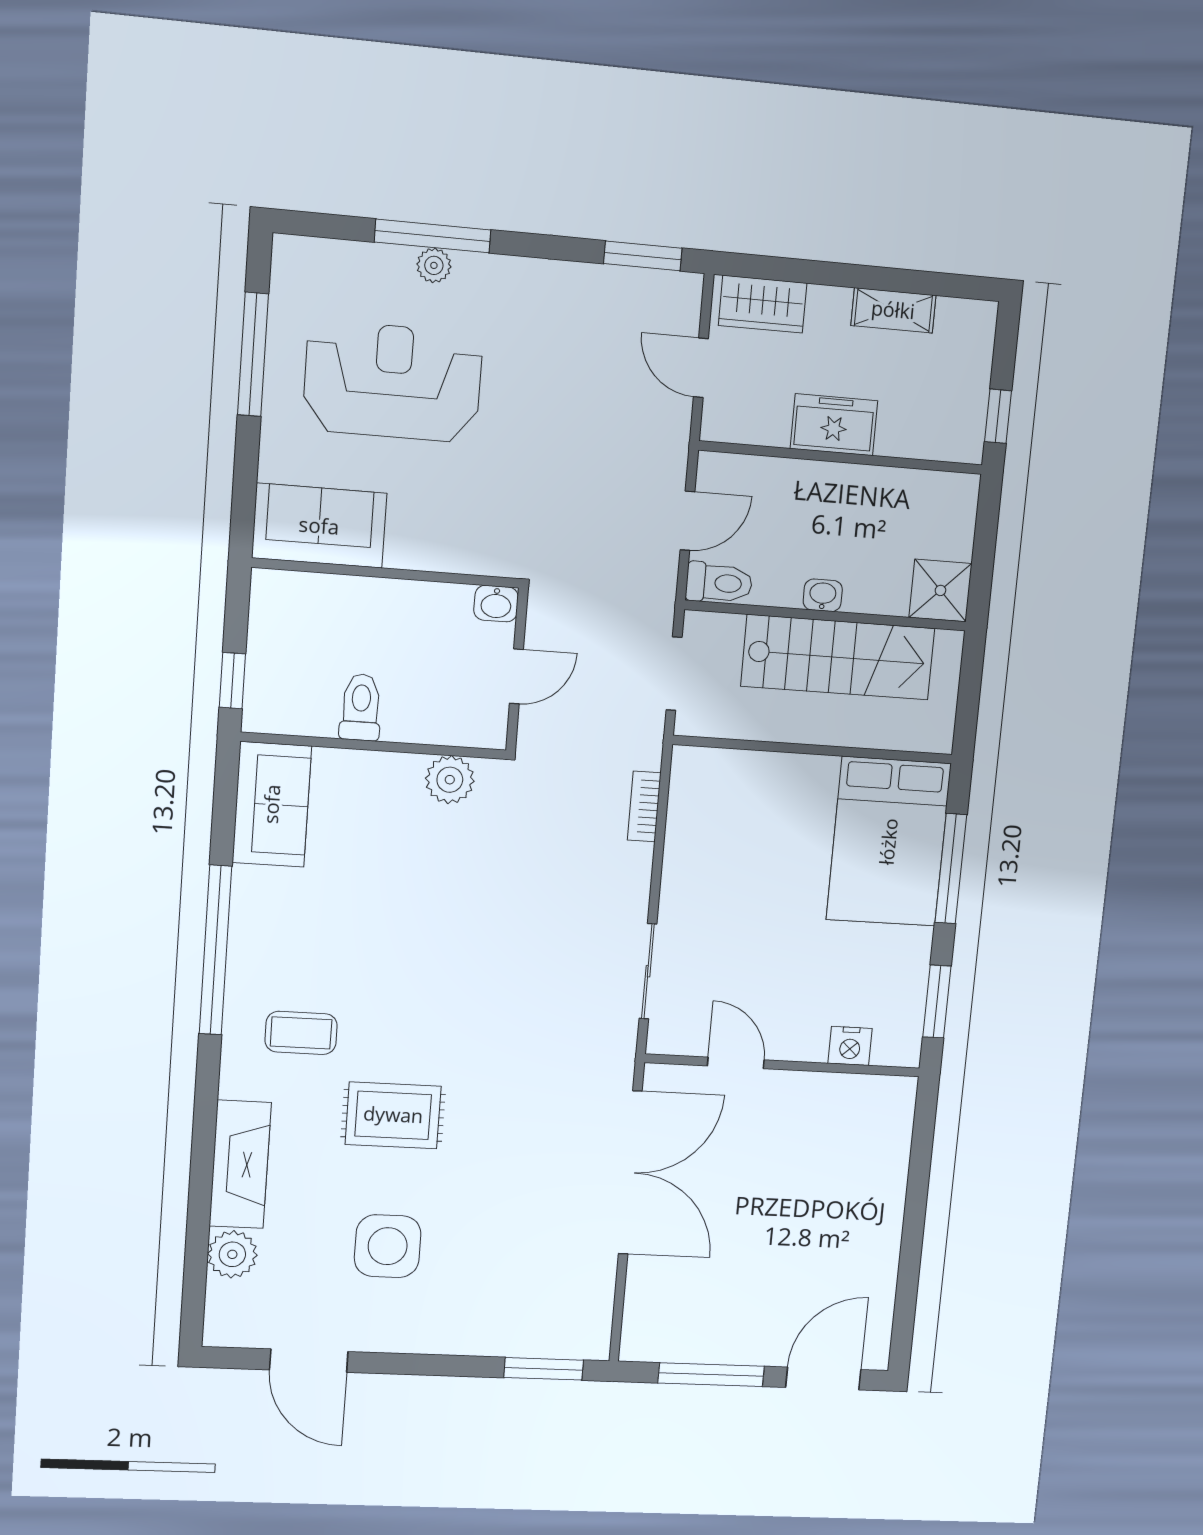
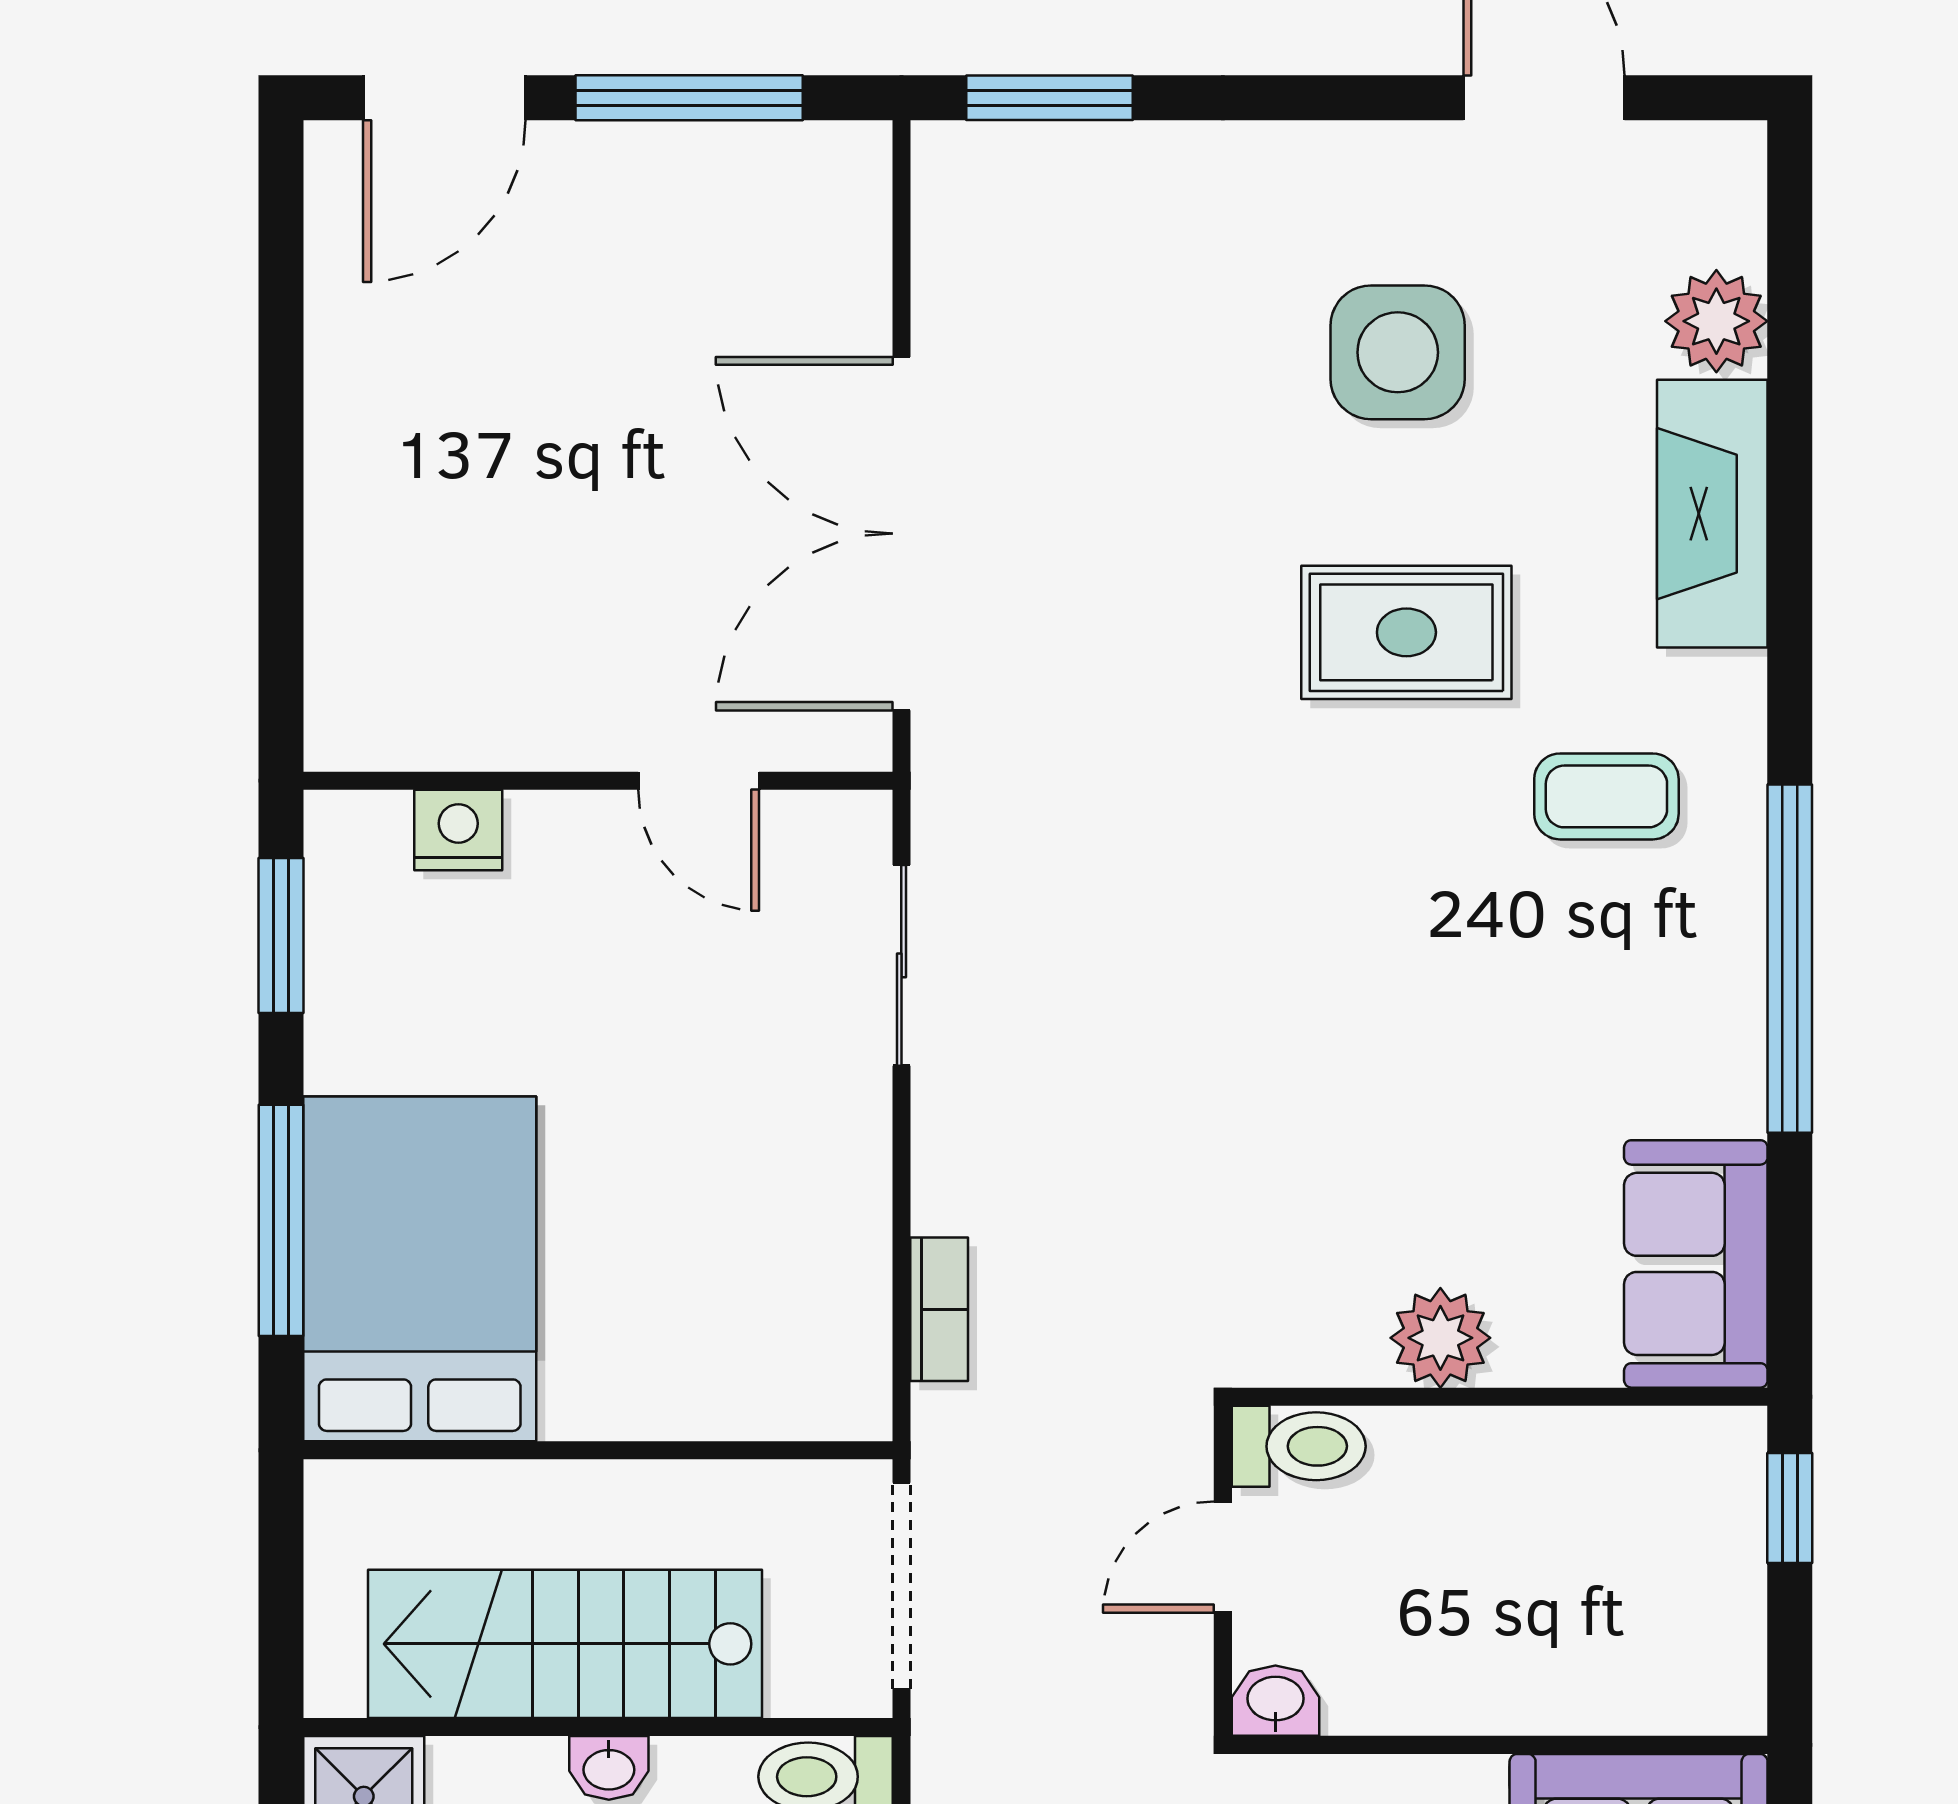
doorway: (674, 674) -> (901, 1586), width x1.38
toilet: (361, 707) -> (1299, 1446), moved, turned -90
plant: (450, 780) -> (1440, 1338), moved

